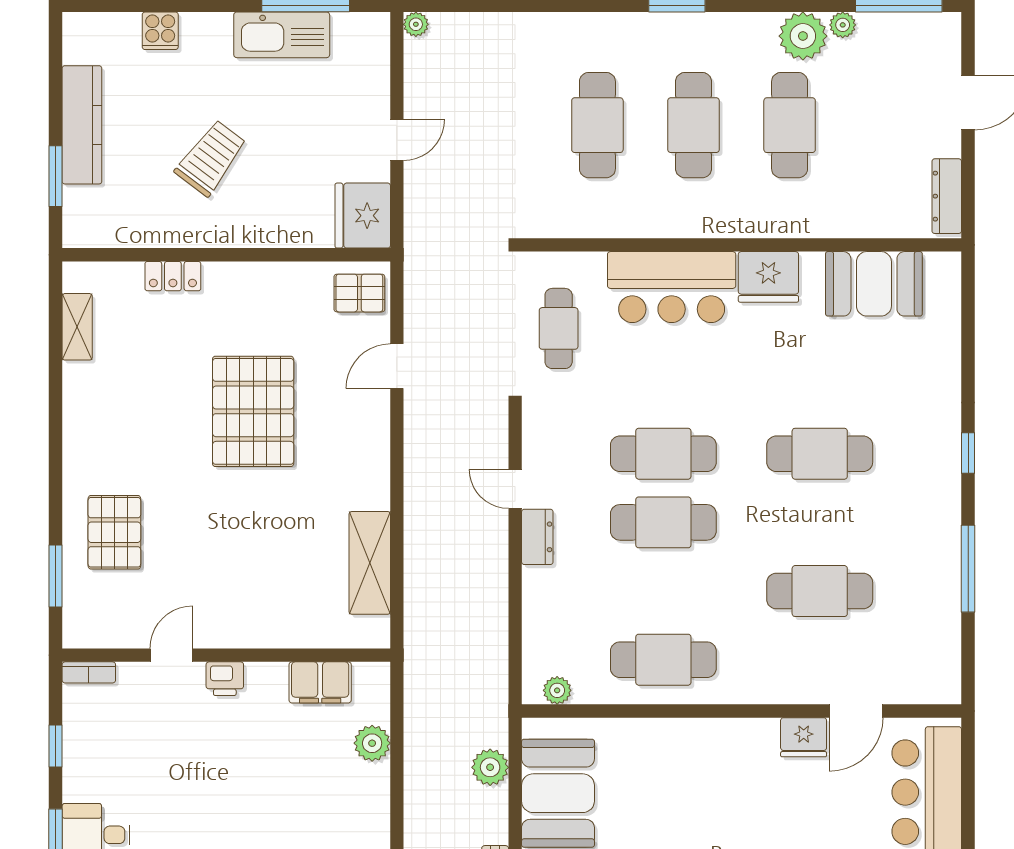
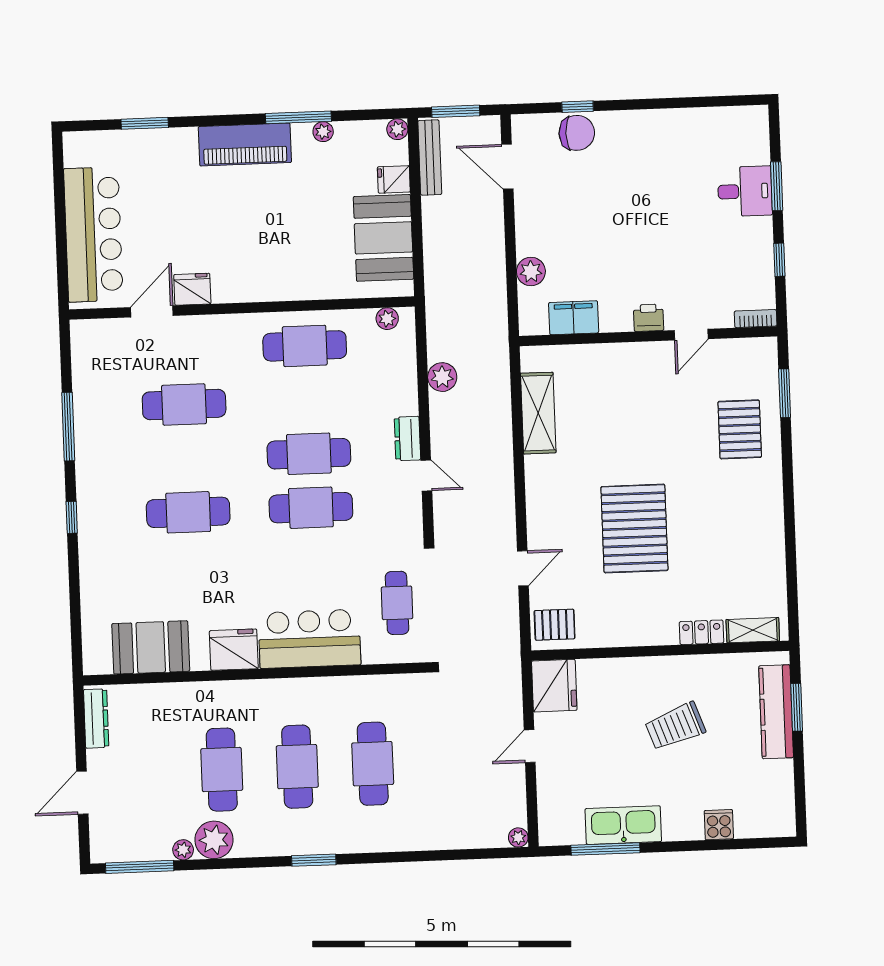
kitchen counter: (82, 125) -> (776, 712), moved
trolley: (211, 158) -> (675, 726), turned 33
shelving: (77, 327) -> (753, 630), moved, turned 90
plant: (490, 767) -> (442, 377), moved

